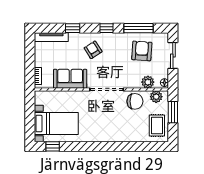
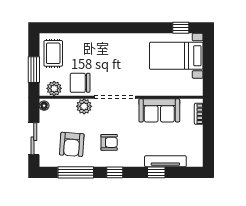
tv unit: (51, 37) -> (165, 161), moved
armchair: (93, 50) -> (109, 142), moved, turned -57
plant: (148, 82) -> (84, 106), moved

